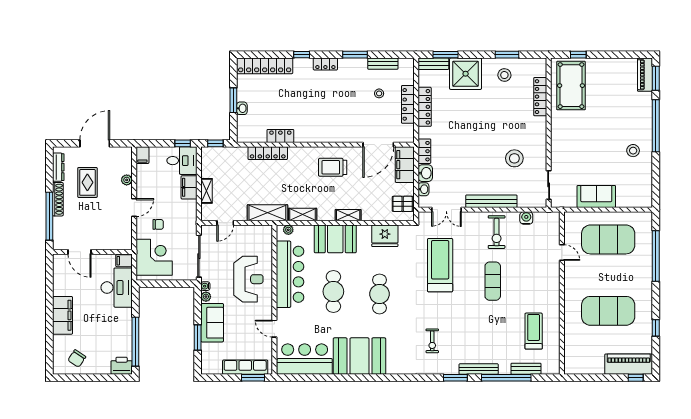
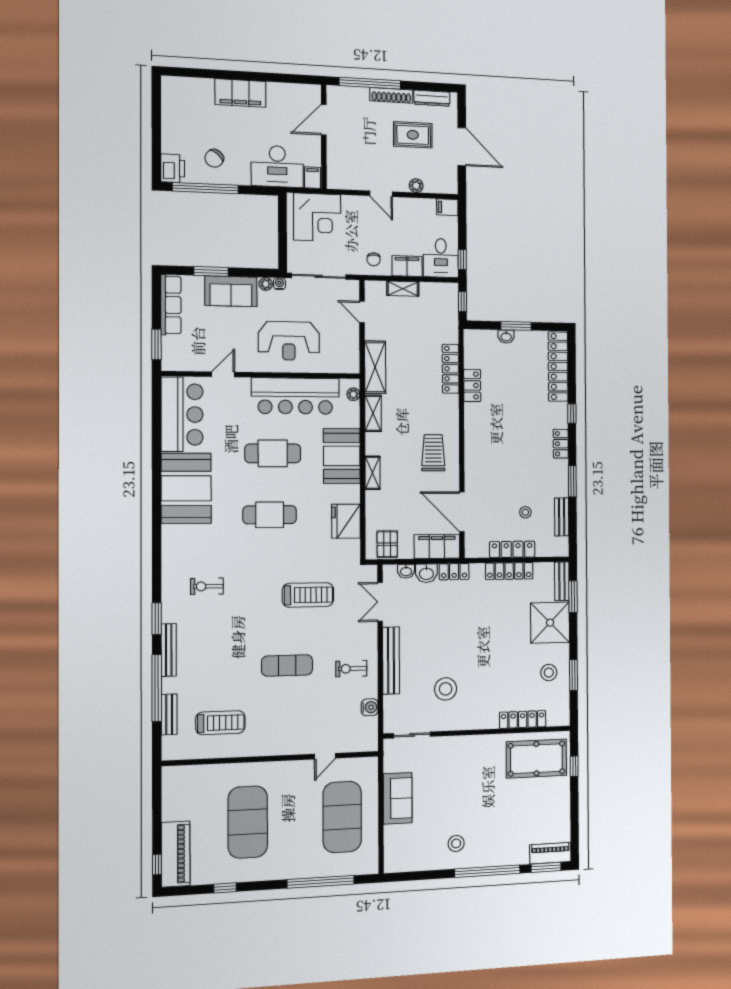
chair: (158, 224) -> (374, 259), moved
exercise bike: (497, 232) -> (351, 669), width x0.73, depth x0.72
treadmill: (440, 265) -> (308, 595), width x0.73, depth x0.73
chair: (77, 358) -> (214, 158), moved, turned -84
row of seats: (245, 367) -> (171, 305), moved

